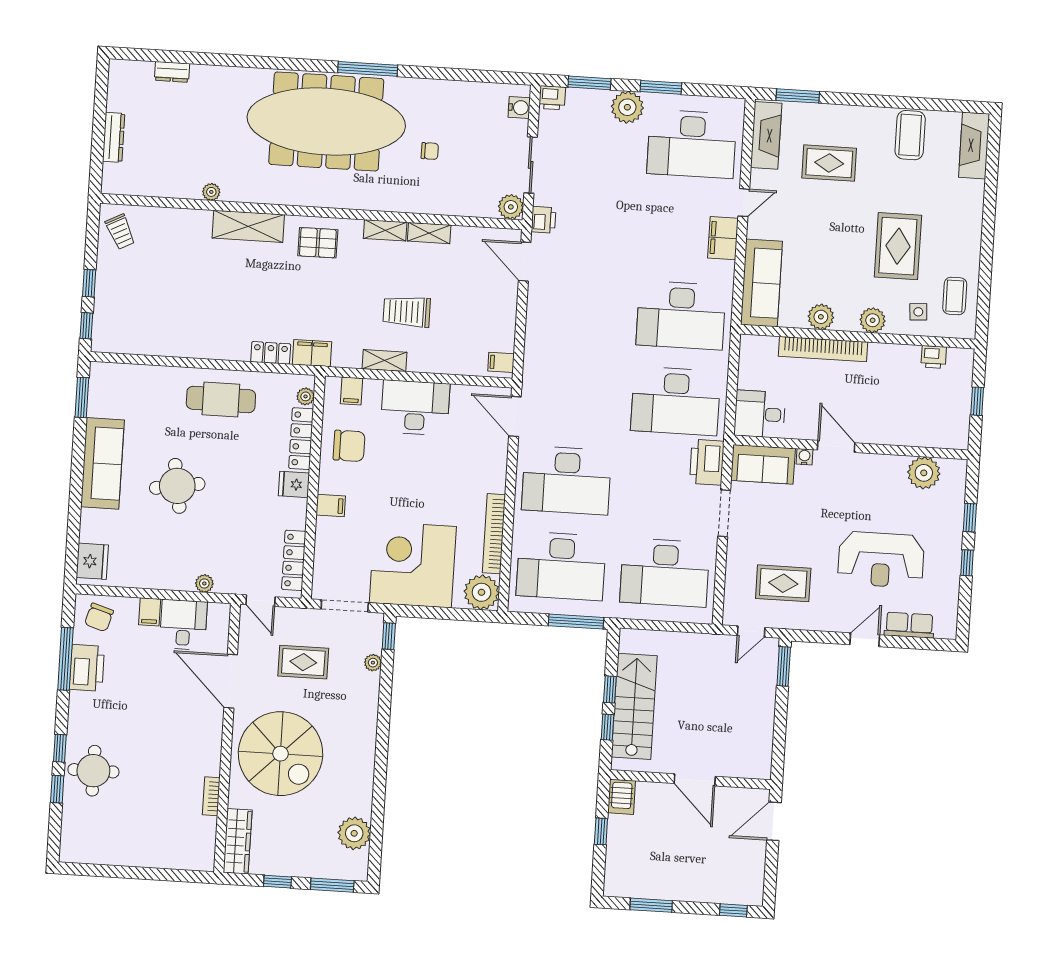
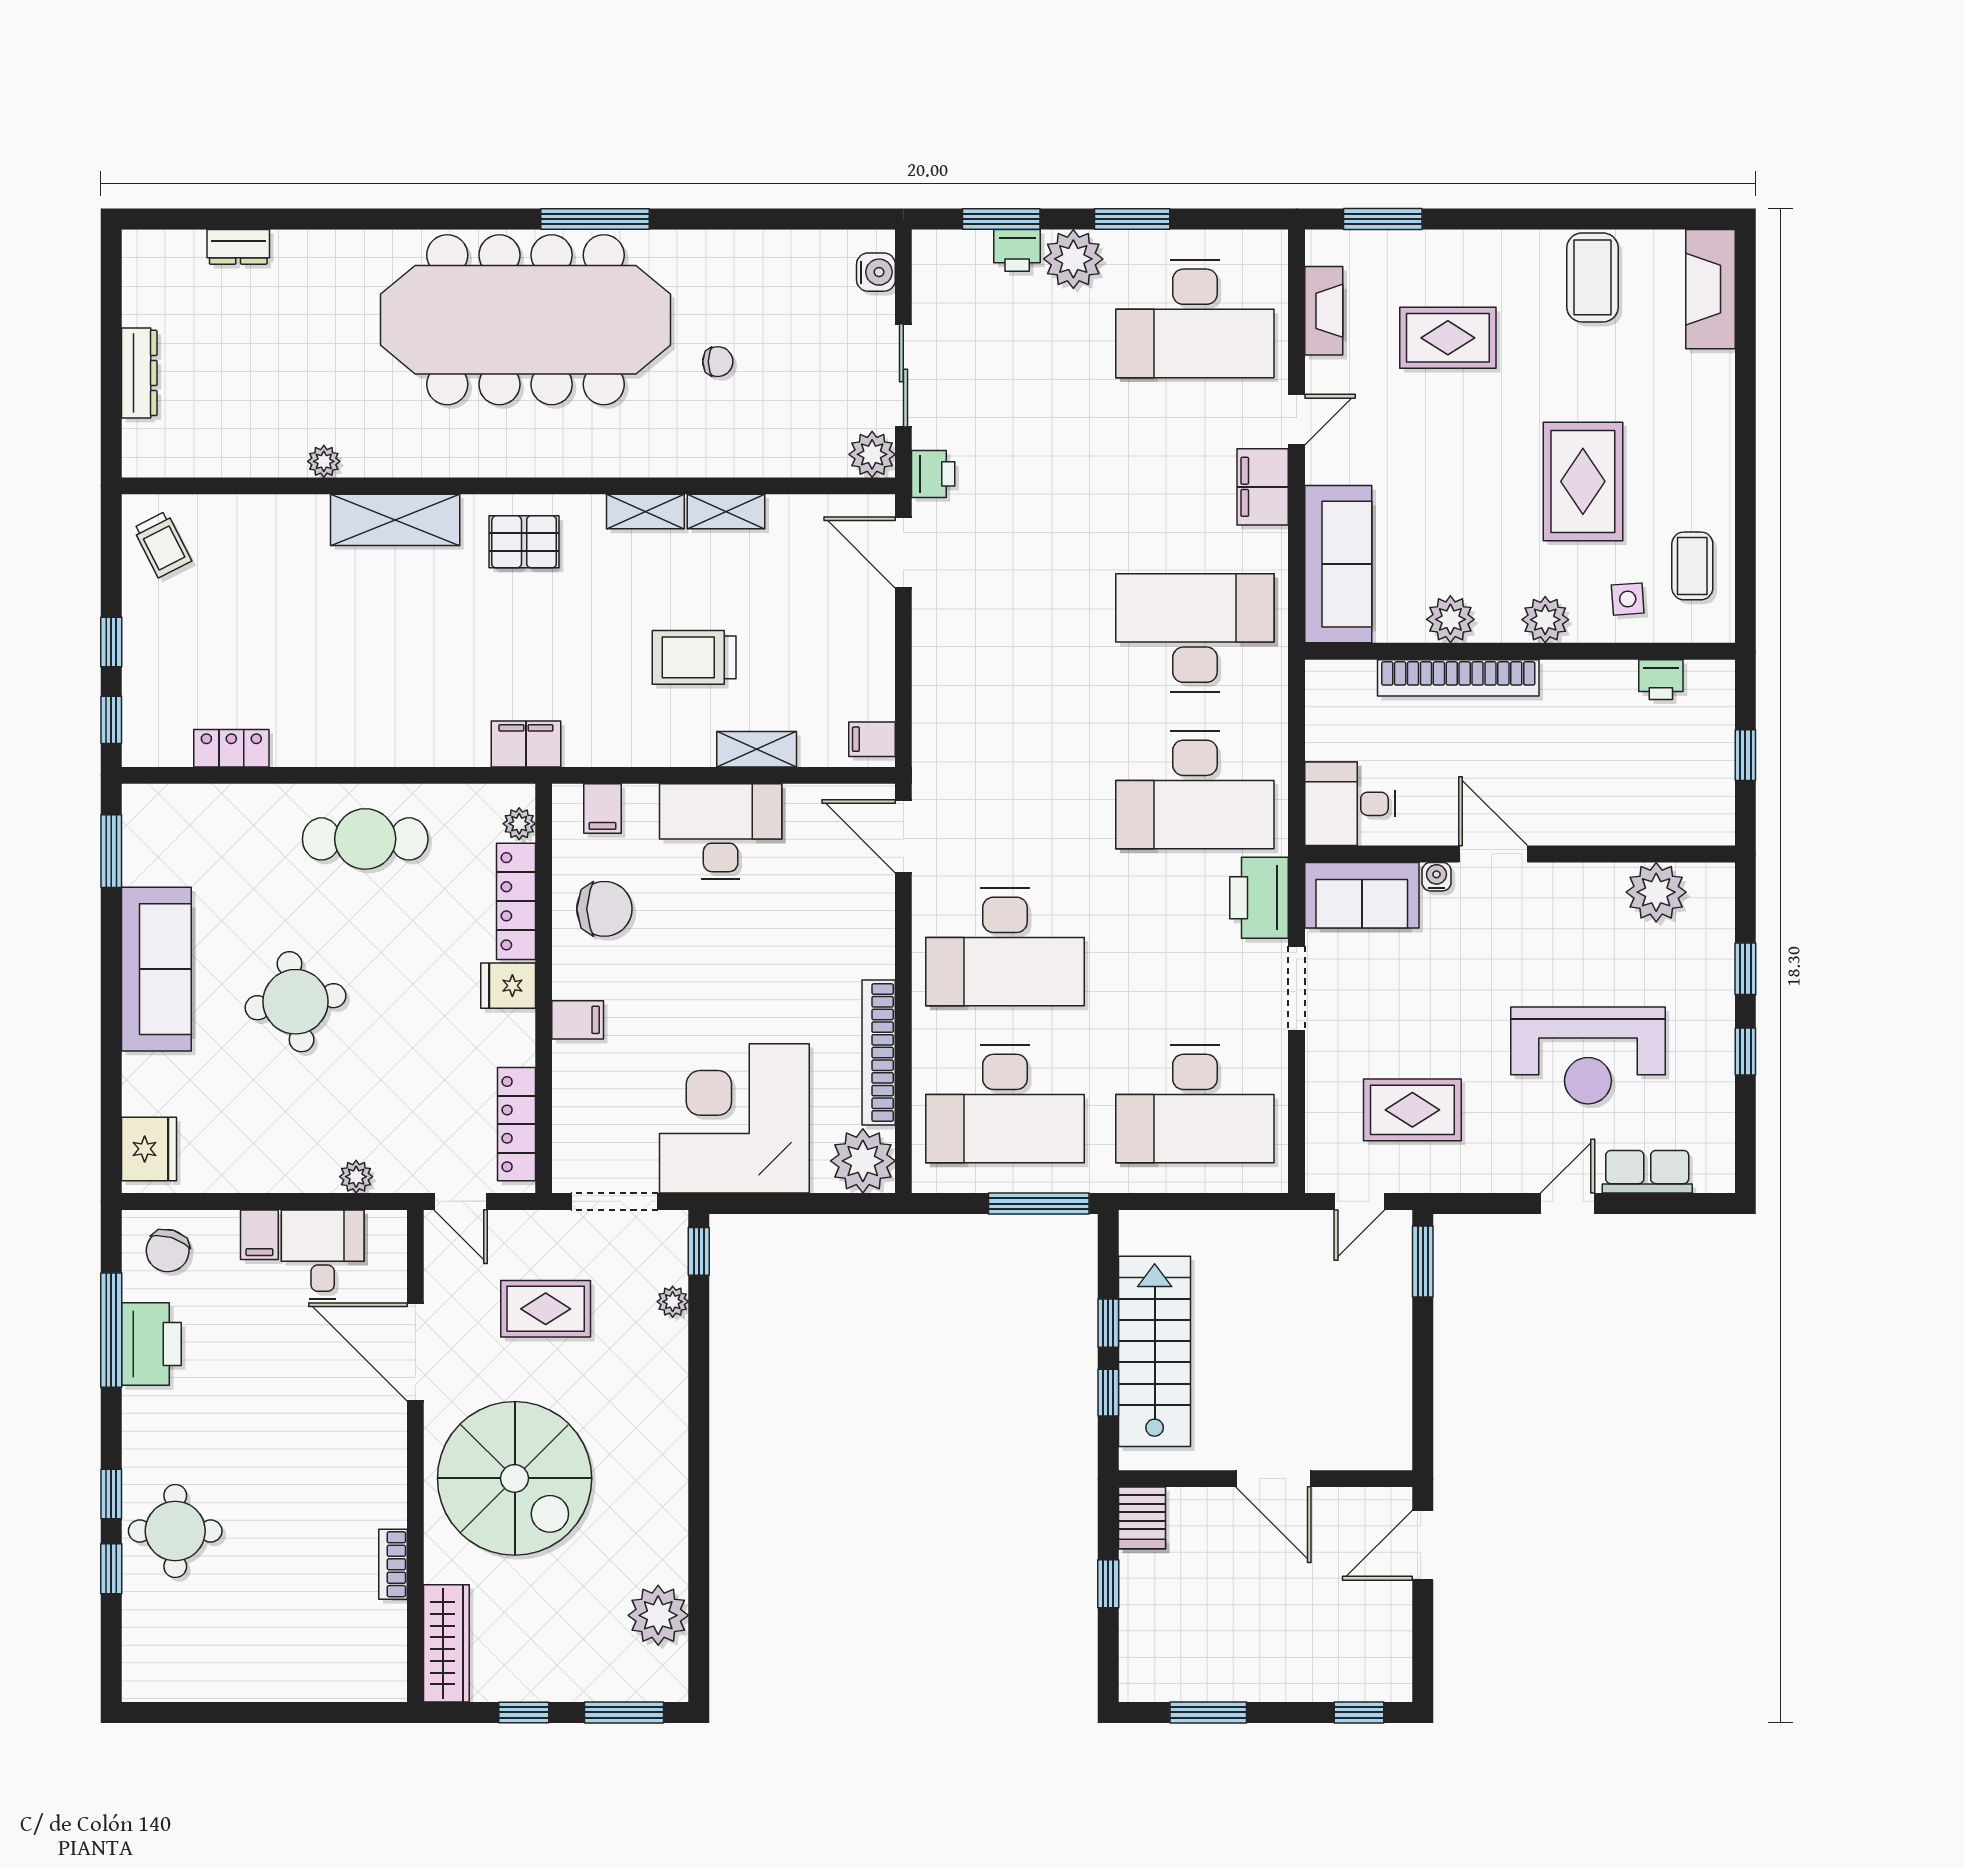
printer: (552, 98) -> (1017, 250), moved
fireplace: (766, 135) -> (1324, 311), width x0.73, depth x0.76
desk: (681, 315) -> (1195, 633), turned 180
locker: (271, 353) -> (231, 748), moved
shelving: (384, 361) -> (757, 749), moved

